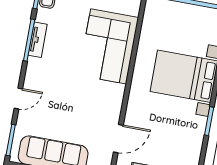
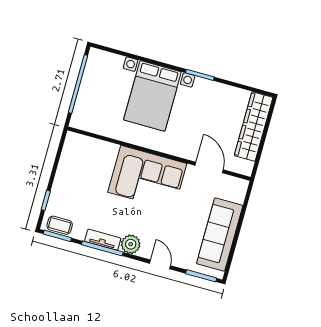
corner sofa: (109, 46) -> (147, 178), moved
plant: (36, 68) -> (131, 244), added

